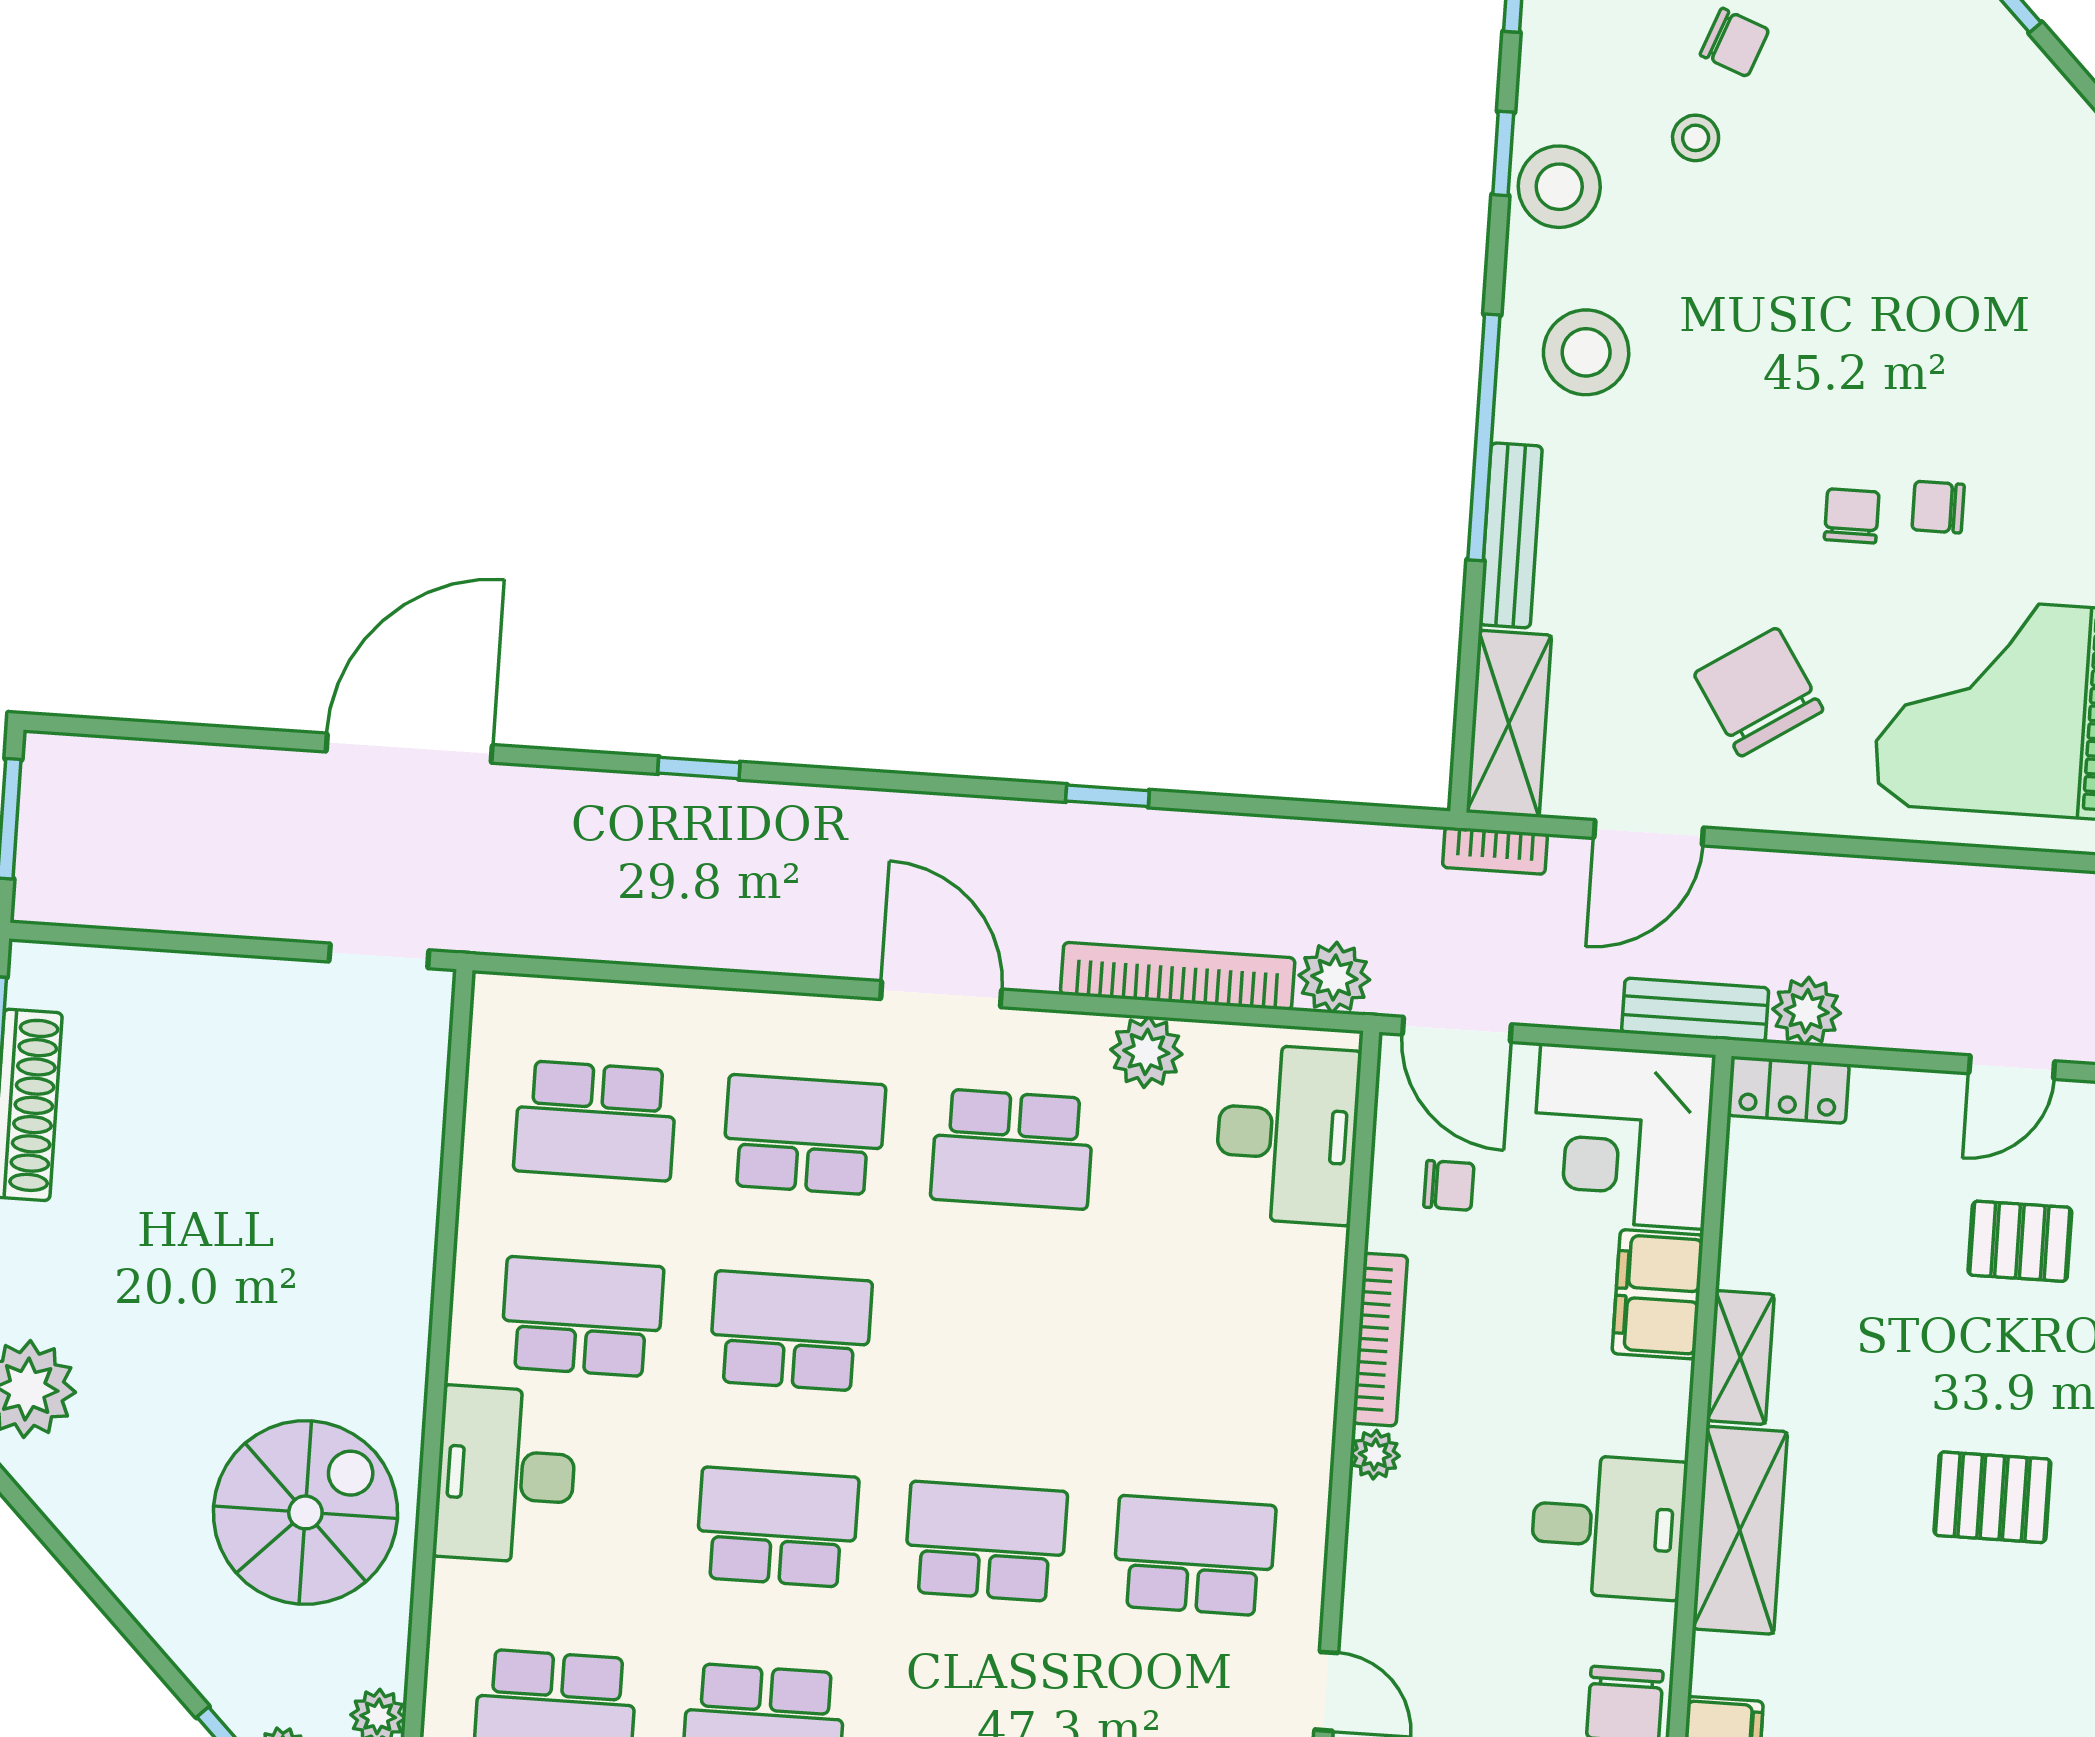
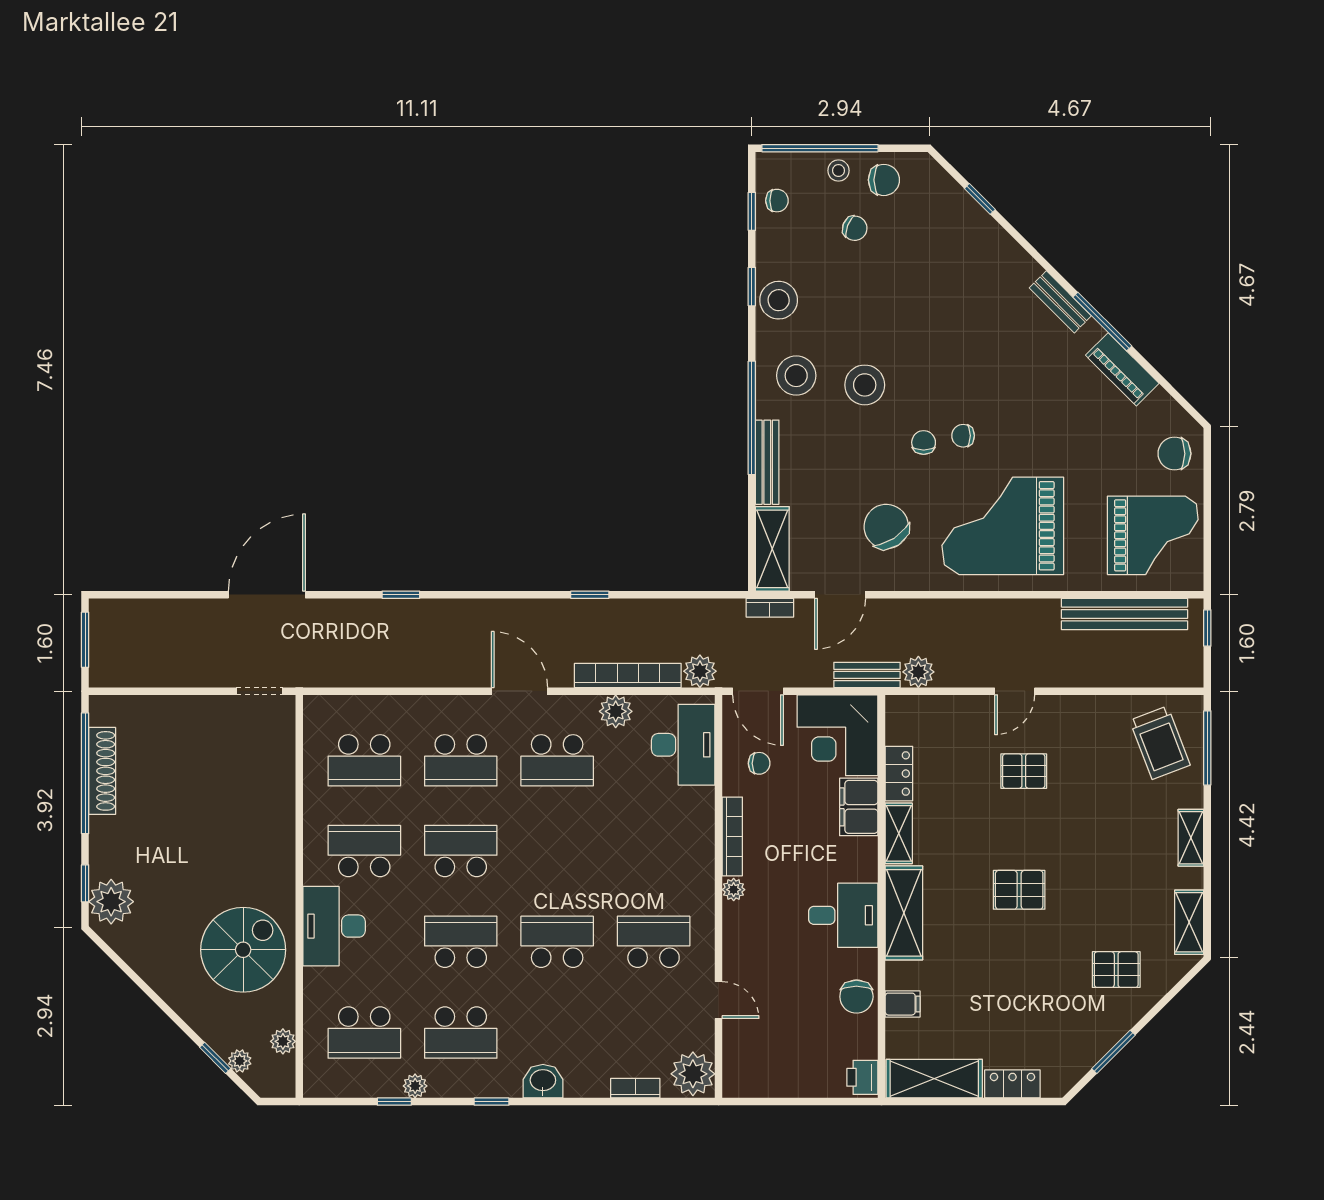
stool: (1696, 138) -> (865, 385), moved, width x1.89, depth x1.89
locker: (1788, 1090) -> (899, 774), moved, turned -90
school desk: (804, 1135) -> (461, 760), turned 180

